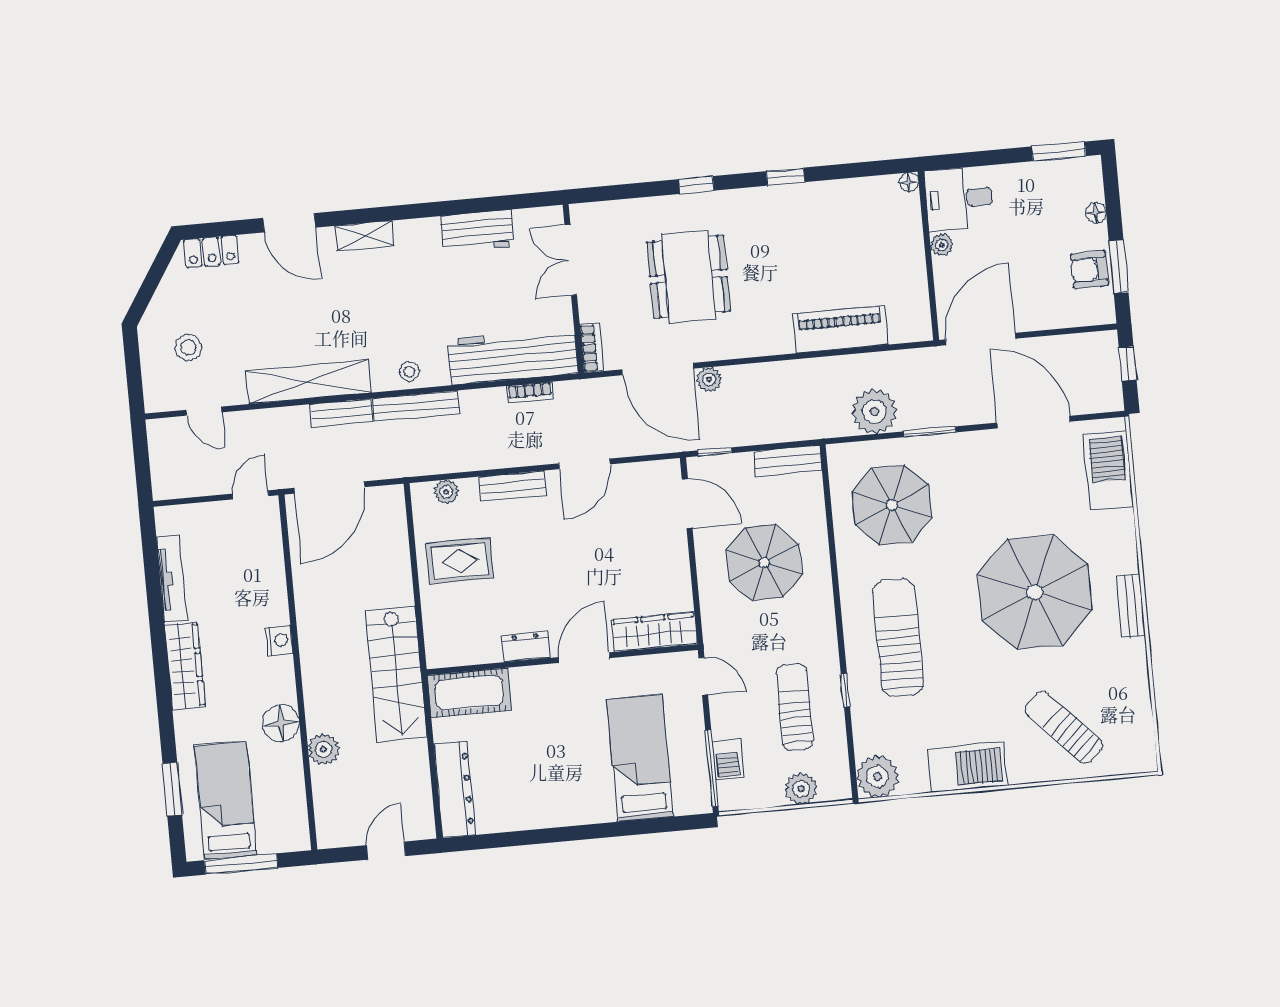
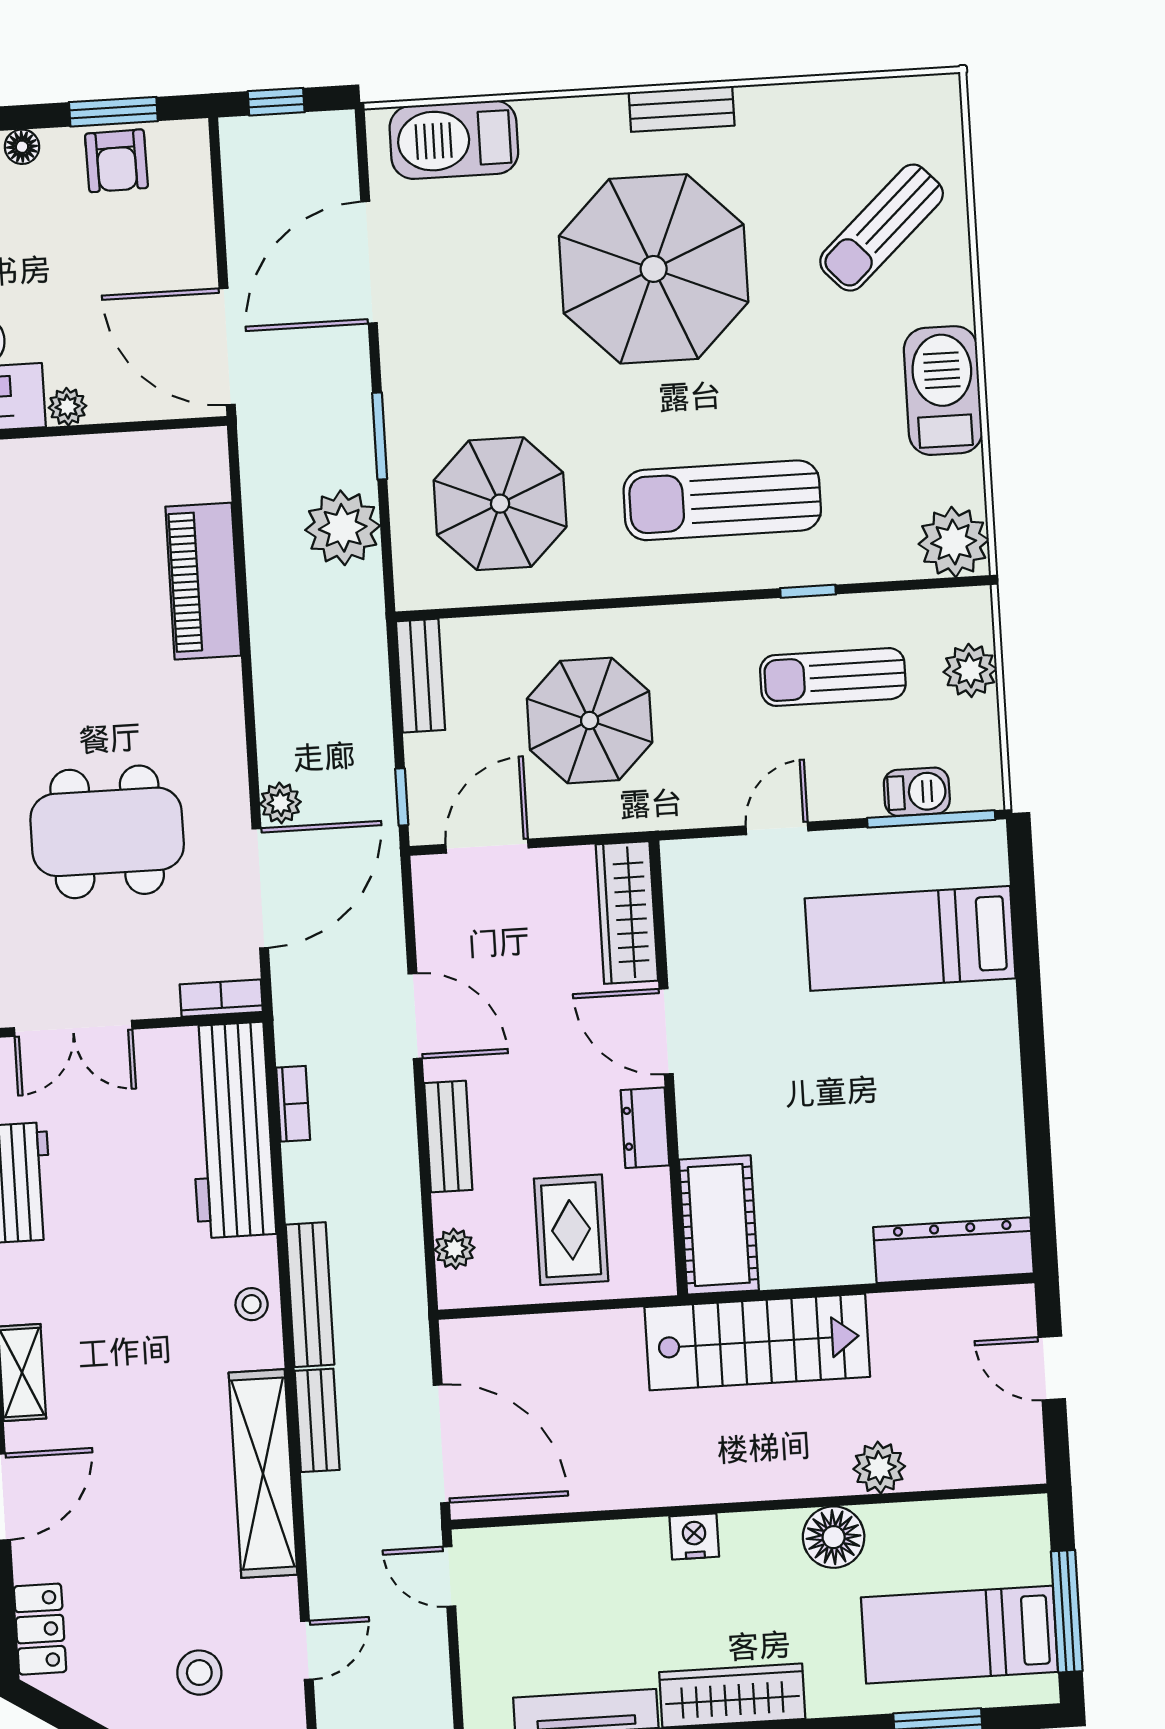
wardrobe: (654, 632) -> (627, 913), moved
dresser: (526, 647) -> (645, 1128), moved
door: (584, 658) -> (666, 1031), moved
wall: (562, 660) -> (668, 1068), moved
cot: (469, 693) -> (719, 1225), moved

